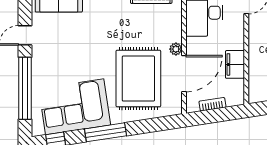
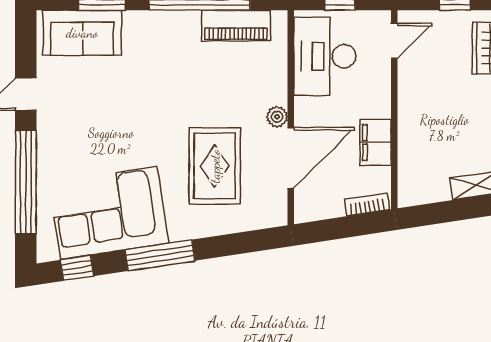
rug: (138, 79) -> (215, 166), width x0.73, depth x0.69
bookcase: (212, 104) -> (367, 204), moved

